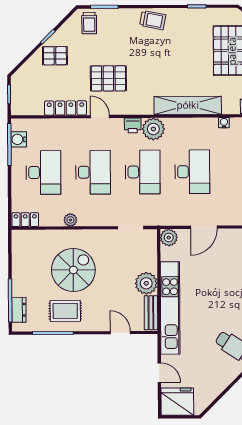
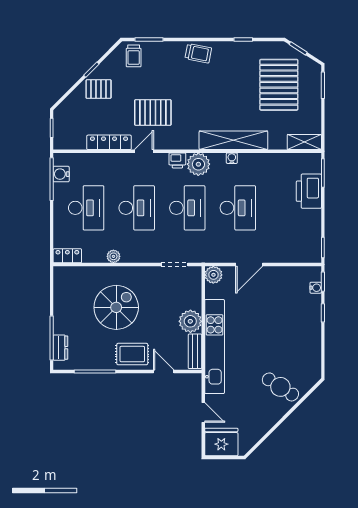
door: (100, 117) -> (144, 151), hinge flipped
water cooler: (224, 123) -> (232, 158), moved
rug: (65, 311) -> (132, 354), moved

